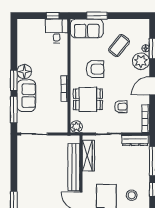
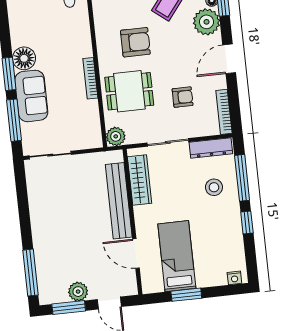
stool: (132, 195) -> (214, 187), moved

